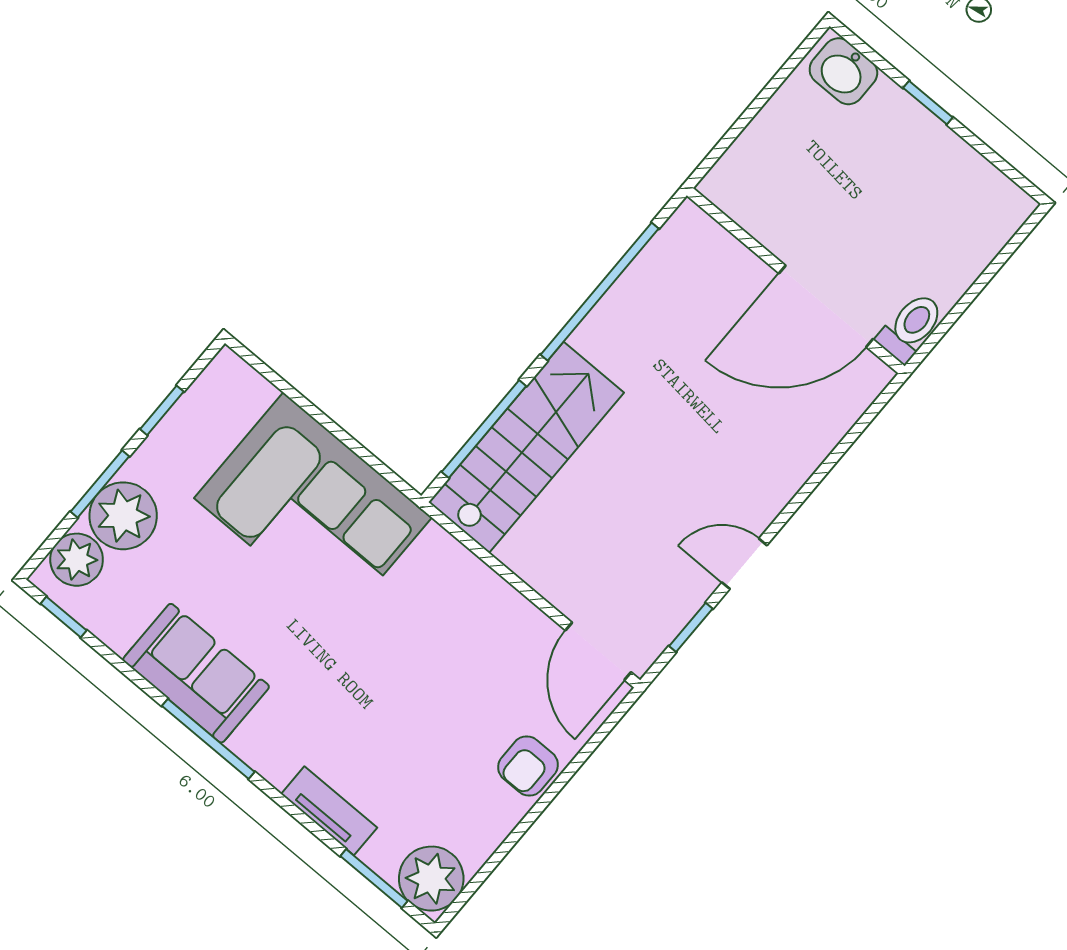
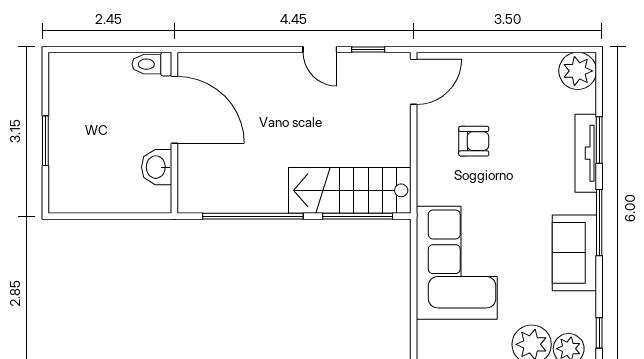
washbasin: (843, 71) -> (157, 167), moved, turned 180
window: (928, 103) -> (45, 141), width x1.50
armchair: (528, 766) -> (474, 141), moved
tv unit: (329, 811) -> (586, 153), width x1.41
window: (374, 879) -> (599, 140), moved

